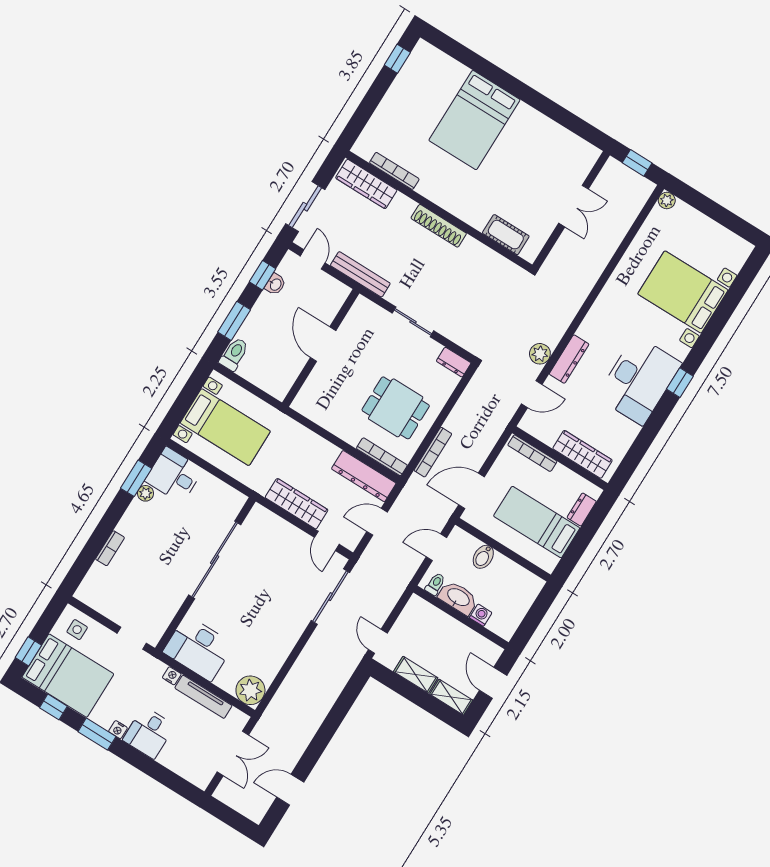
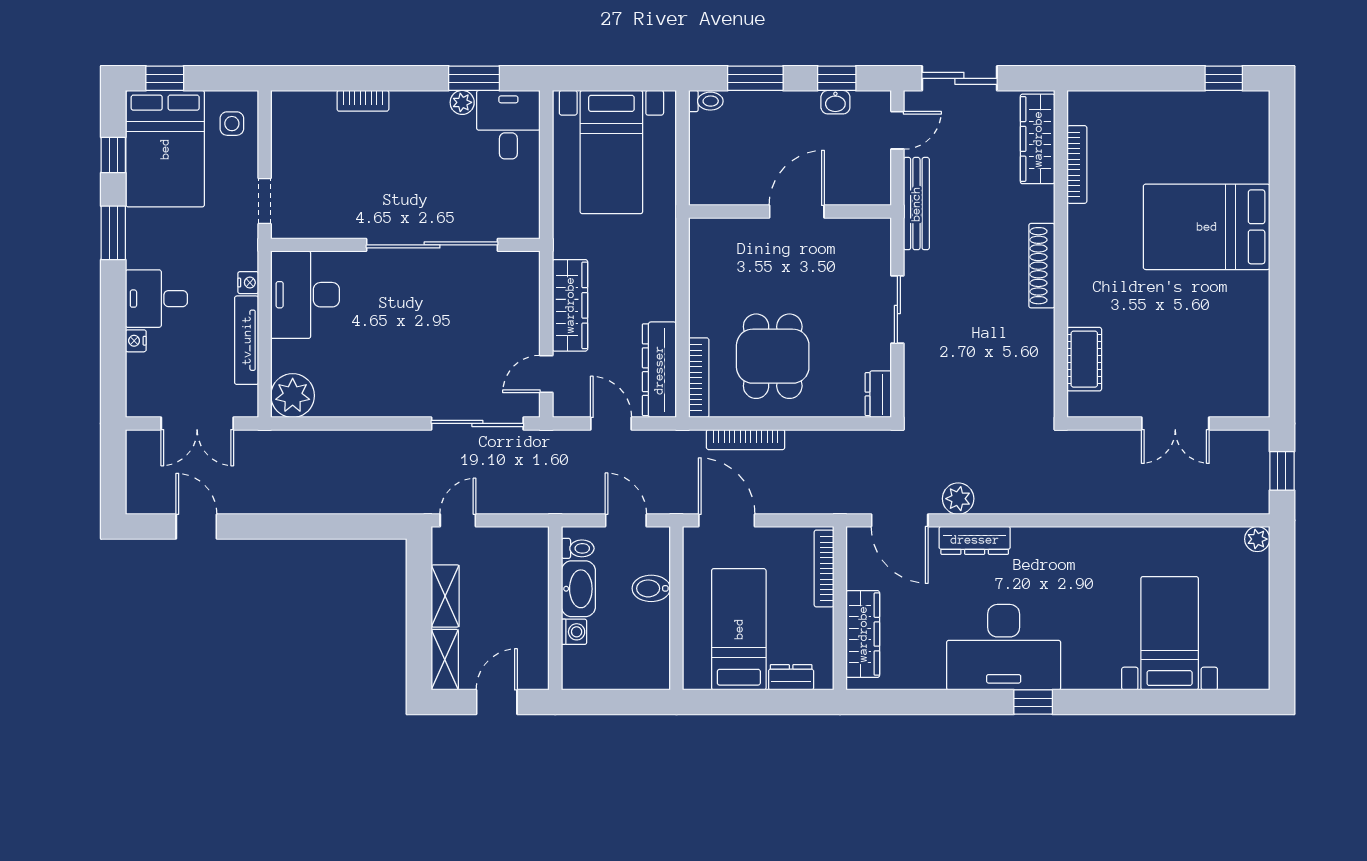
bed with nightstands: (683, 292) -> (1170, 633), width x0.73
toilet: (234, 354) -> (706, 101), width x0.73, depth x0.72
door: (532, 394) -> (900, 520), width x1.38
nightstand: (118, 730) -> (136, 341), moved

